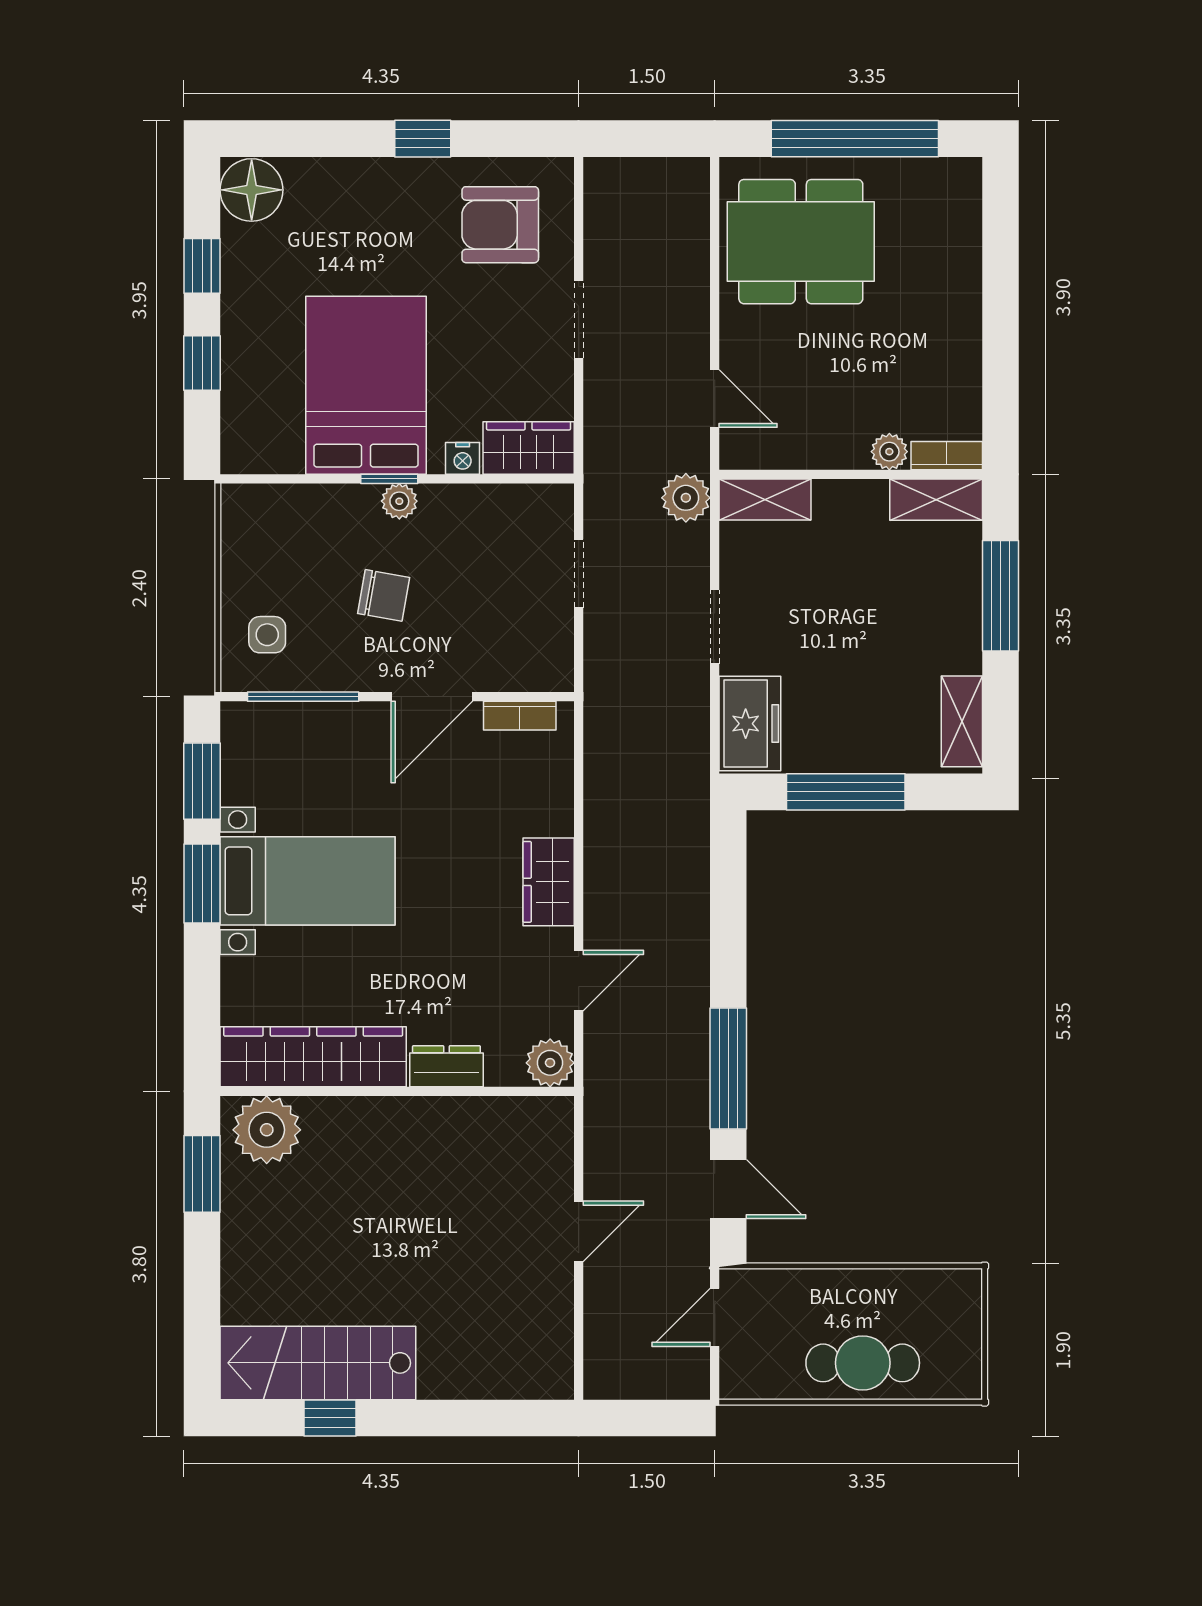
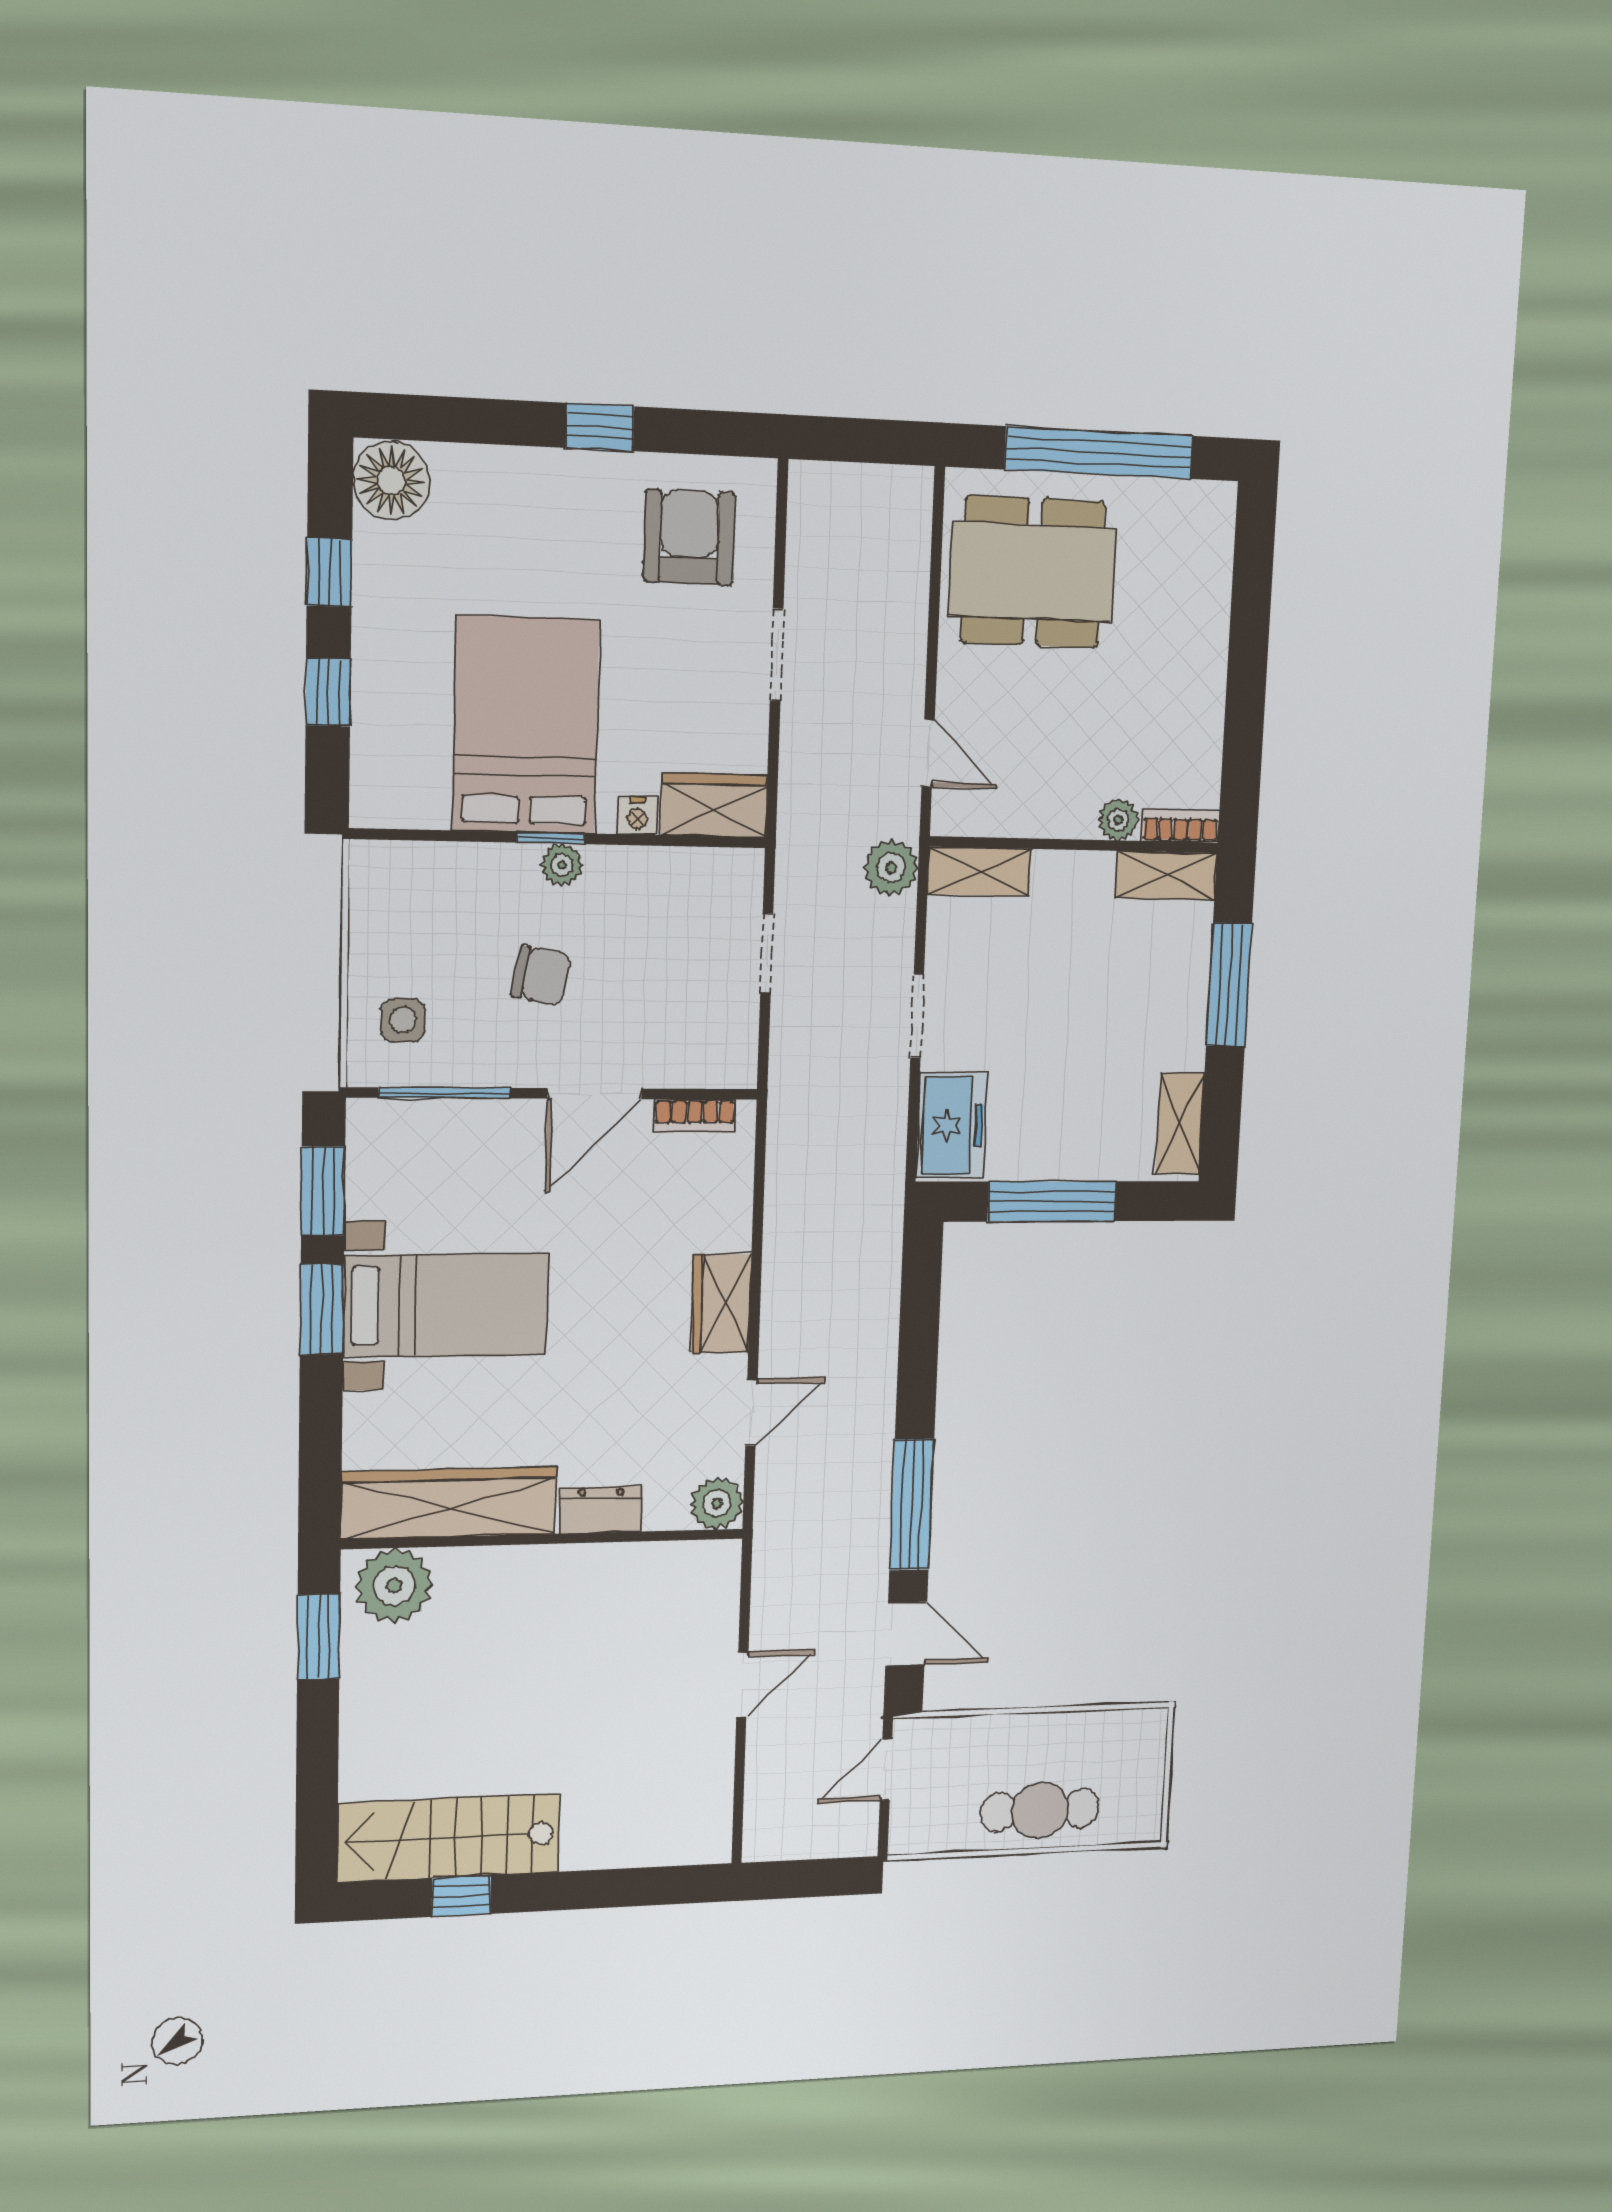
armchair: (500, 225) -> (689, 537), turned 90

